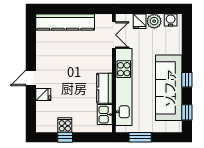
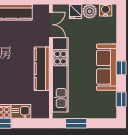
kitchen counter: (104, 88) -> (42, 69), width x1.50
sofa: (169, 88) -> (106, 67), width x0.74, depth x0.79
kitchen sink: (105, 115) -> (21, 111), moved, turned 90

